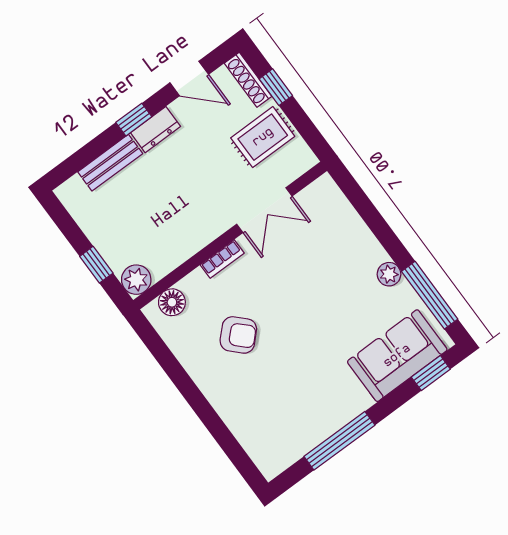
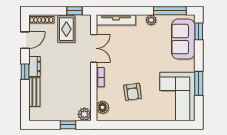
window: (276, 87) -> (75, 11), moved
tv unit: (343, 212) -> (116, 20), added
armchair: (238, 335) -> (132, 92), turned 127
corner sofa: (289, 420) -> (177, 97), added
window: (339, 441) -> (199, 83), width x0.69

